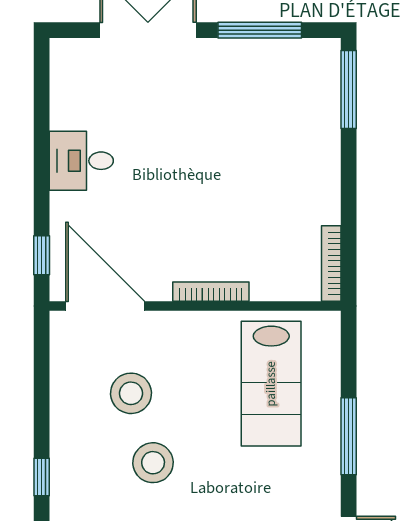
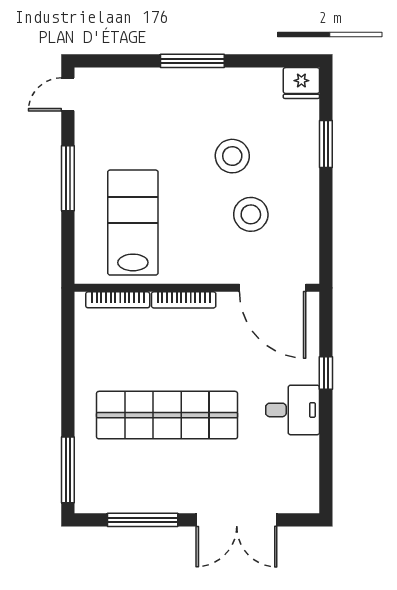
shop shelf: (231, 155) -> (167, 415), added
window: (42, 255) -> (326, 373), moved
bookcase: (331, 264) -> (118, 300), moved, turned 90
window: (42, 477) -> (326, 144), width x1.50

